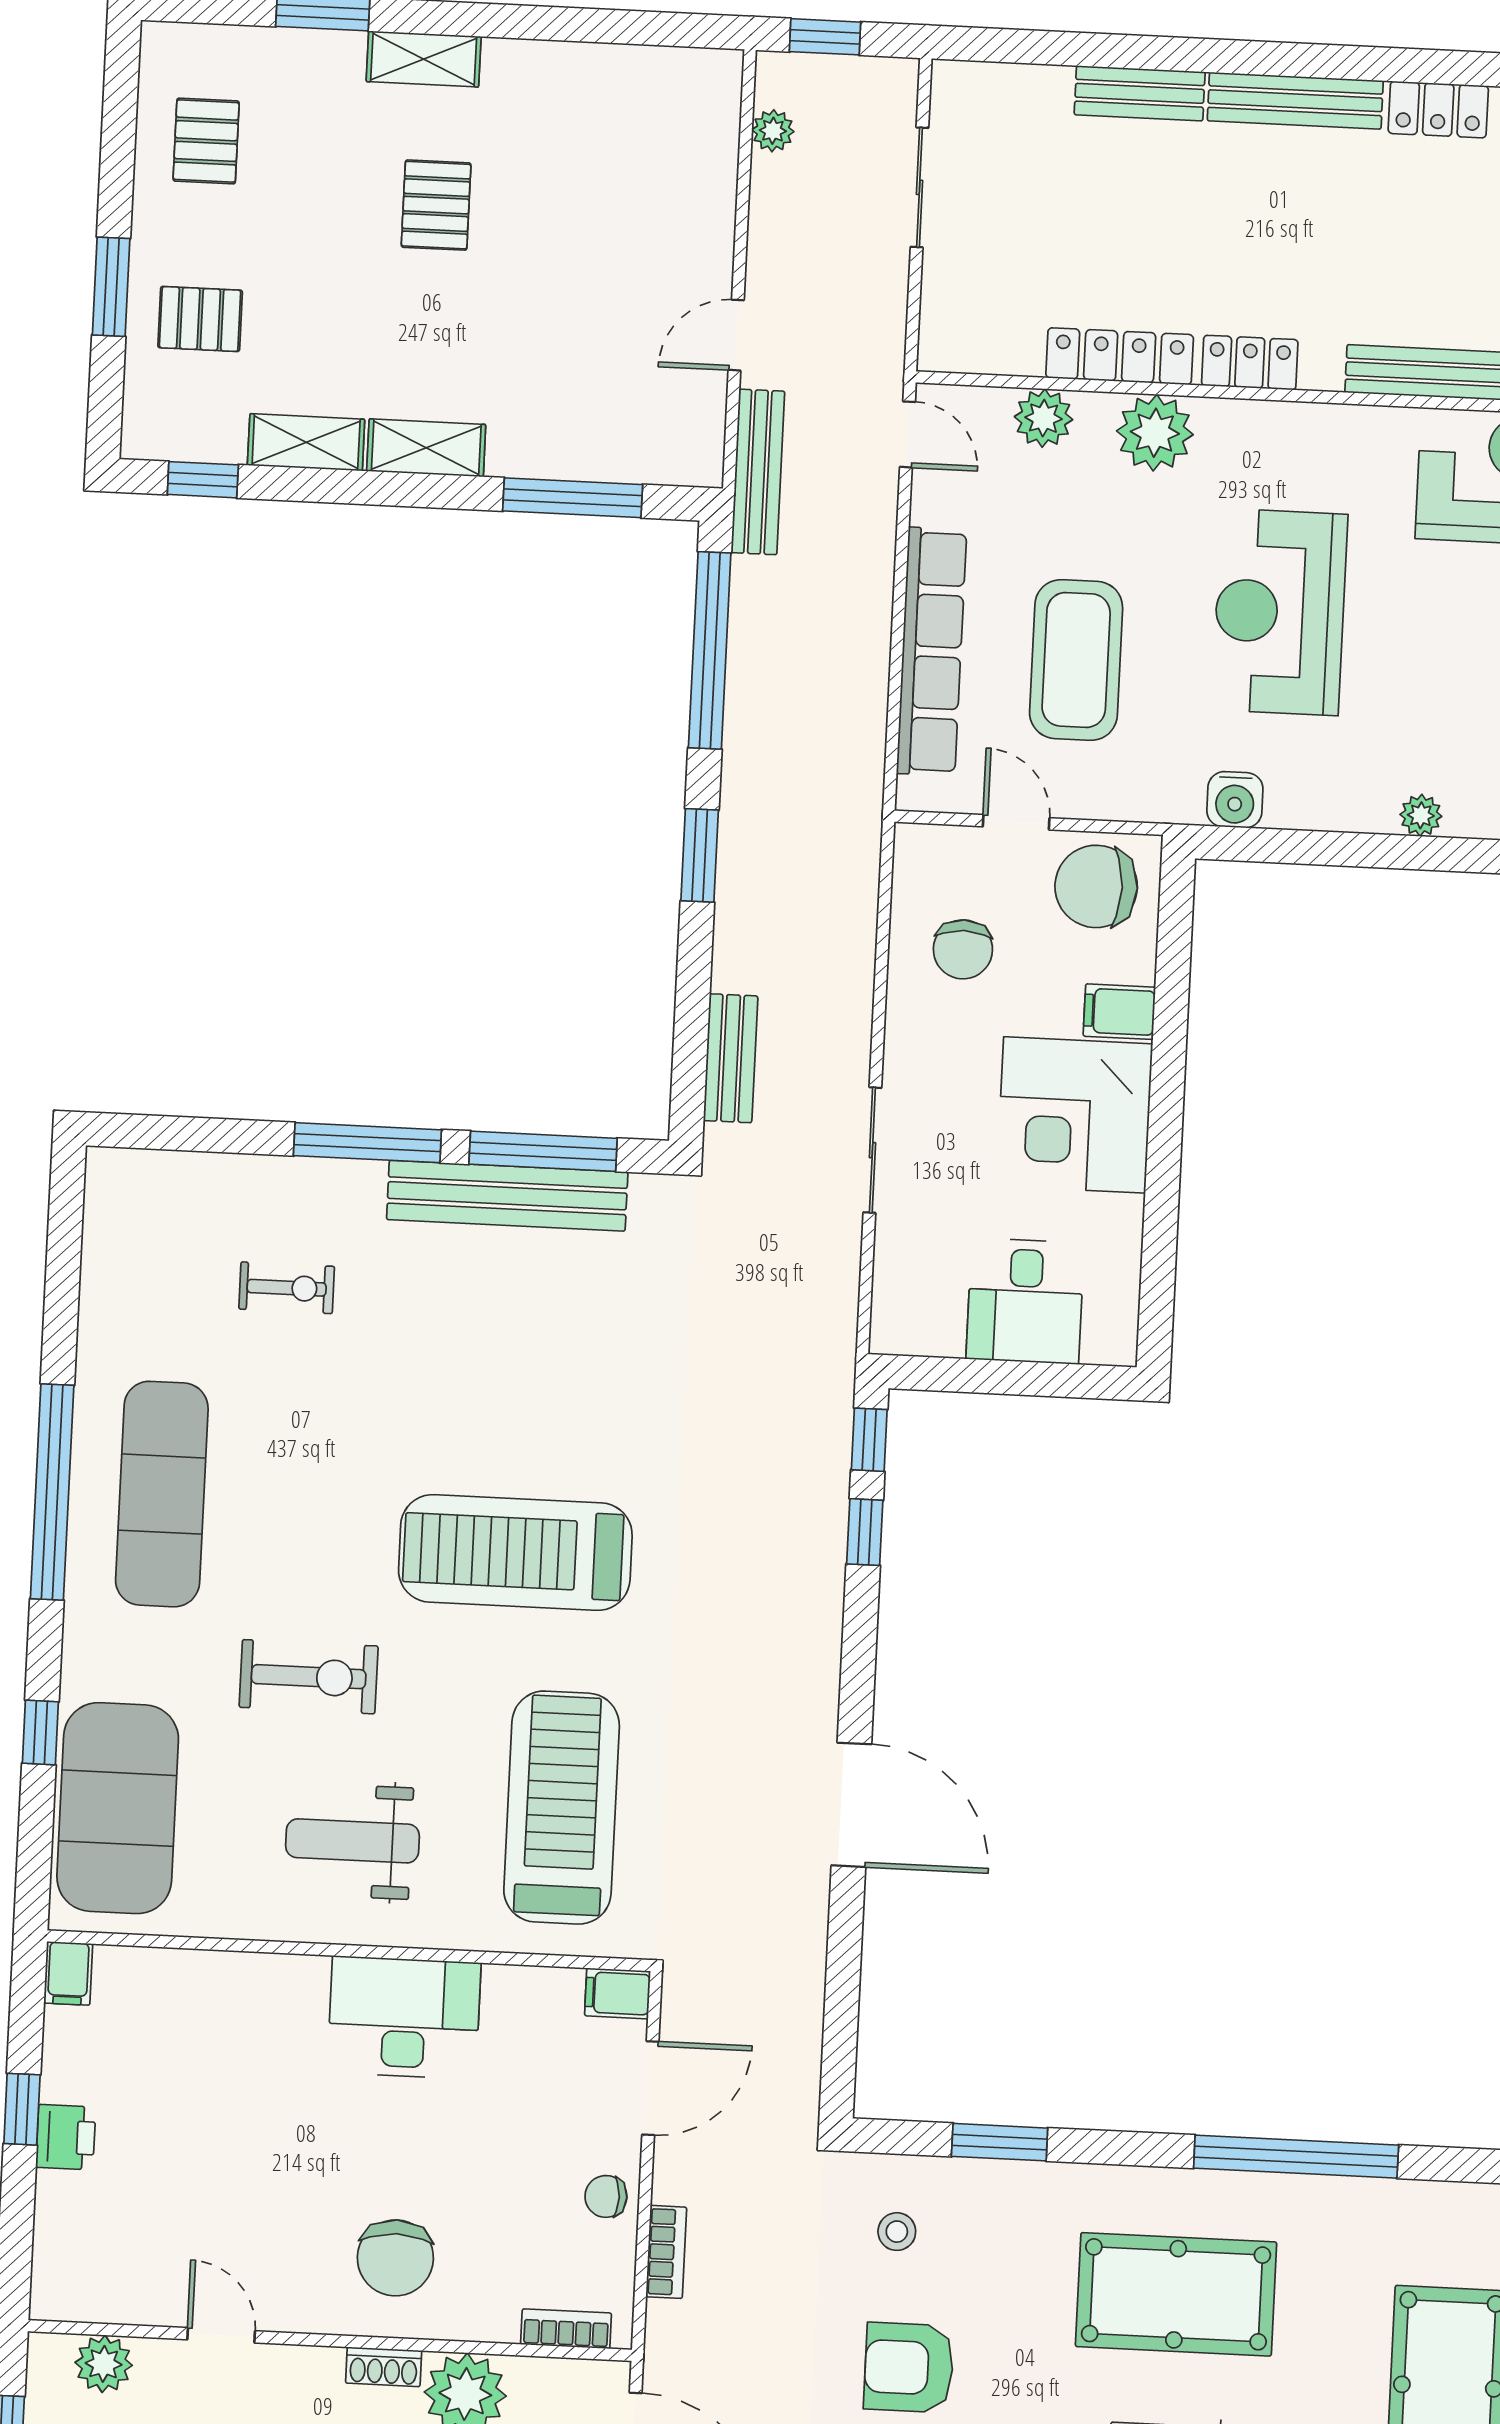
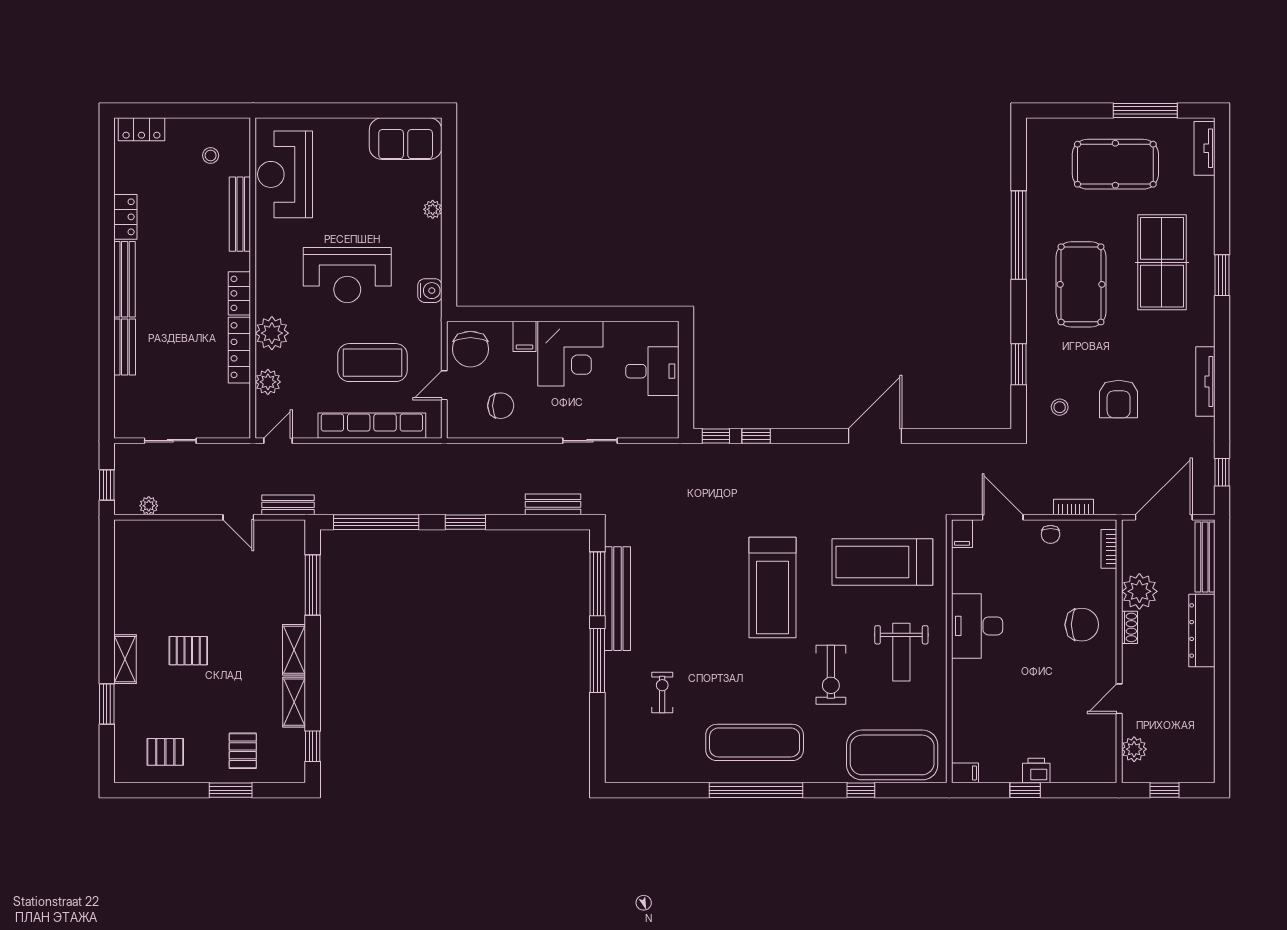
bench: (758, 472) -> (288, 505), width x0.73
exercise bike: (309, 1677) -> (831, 675), turned 180

